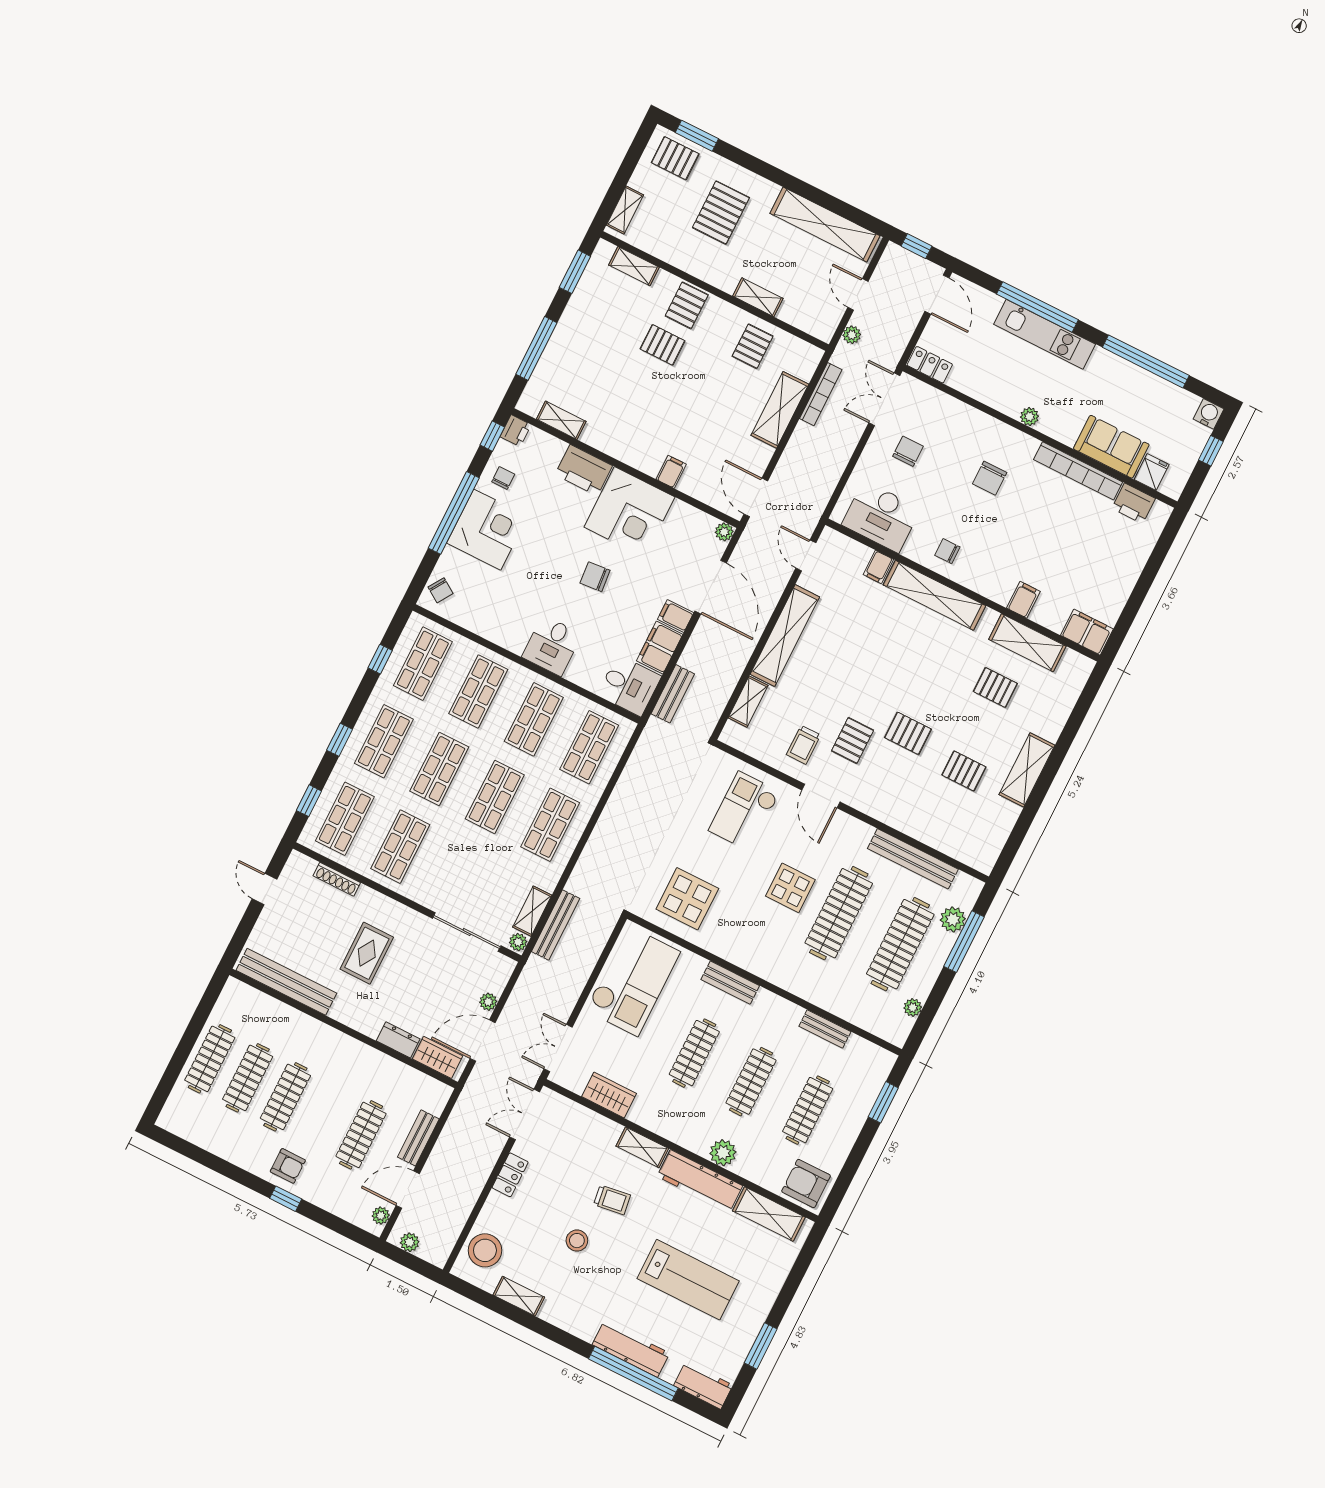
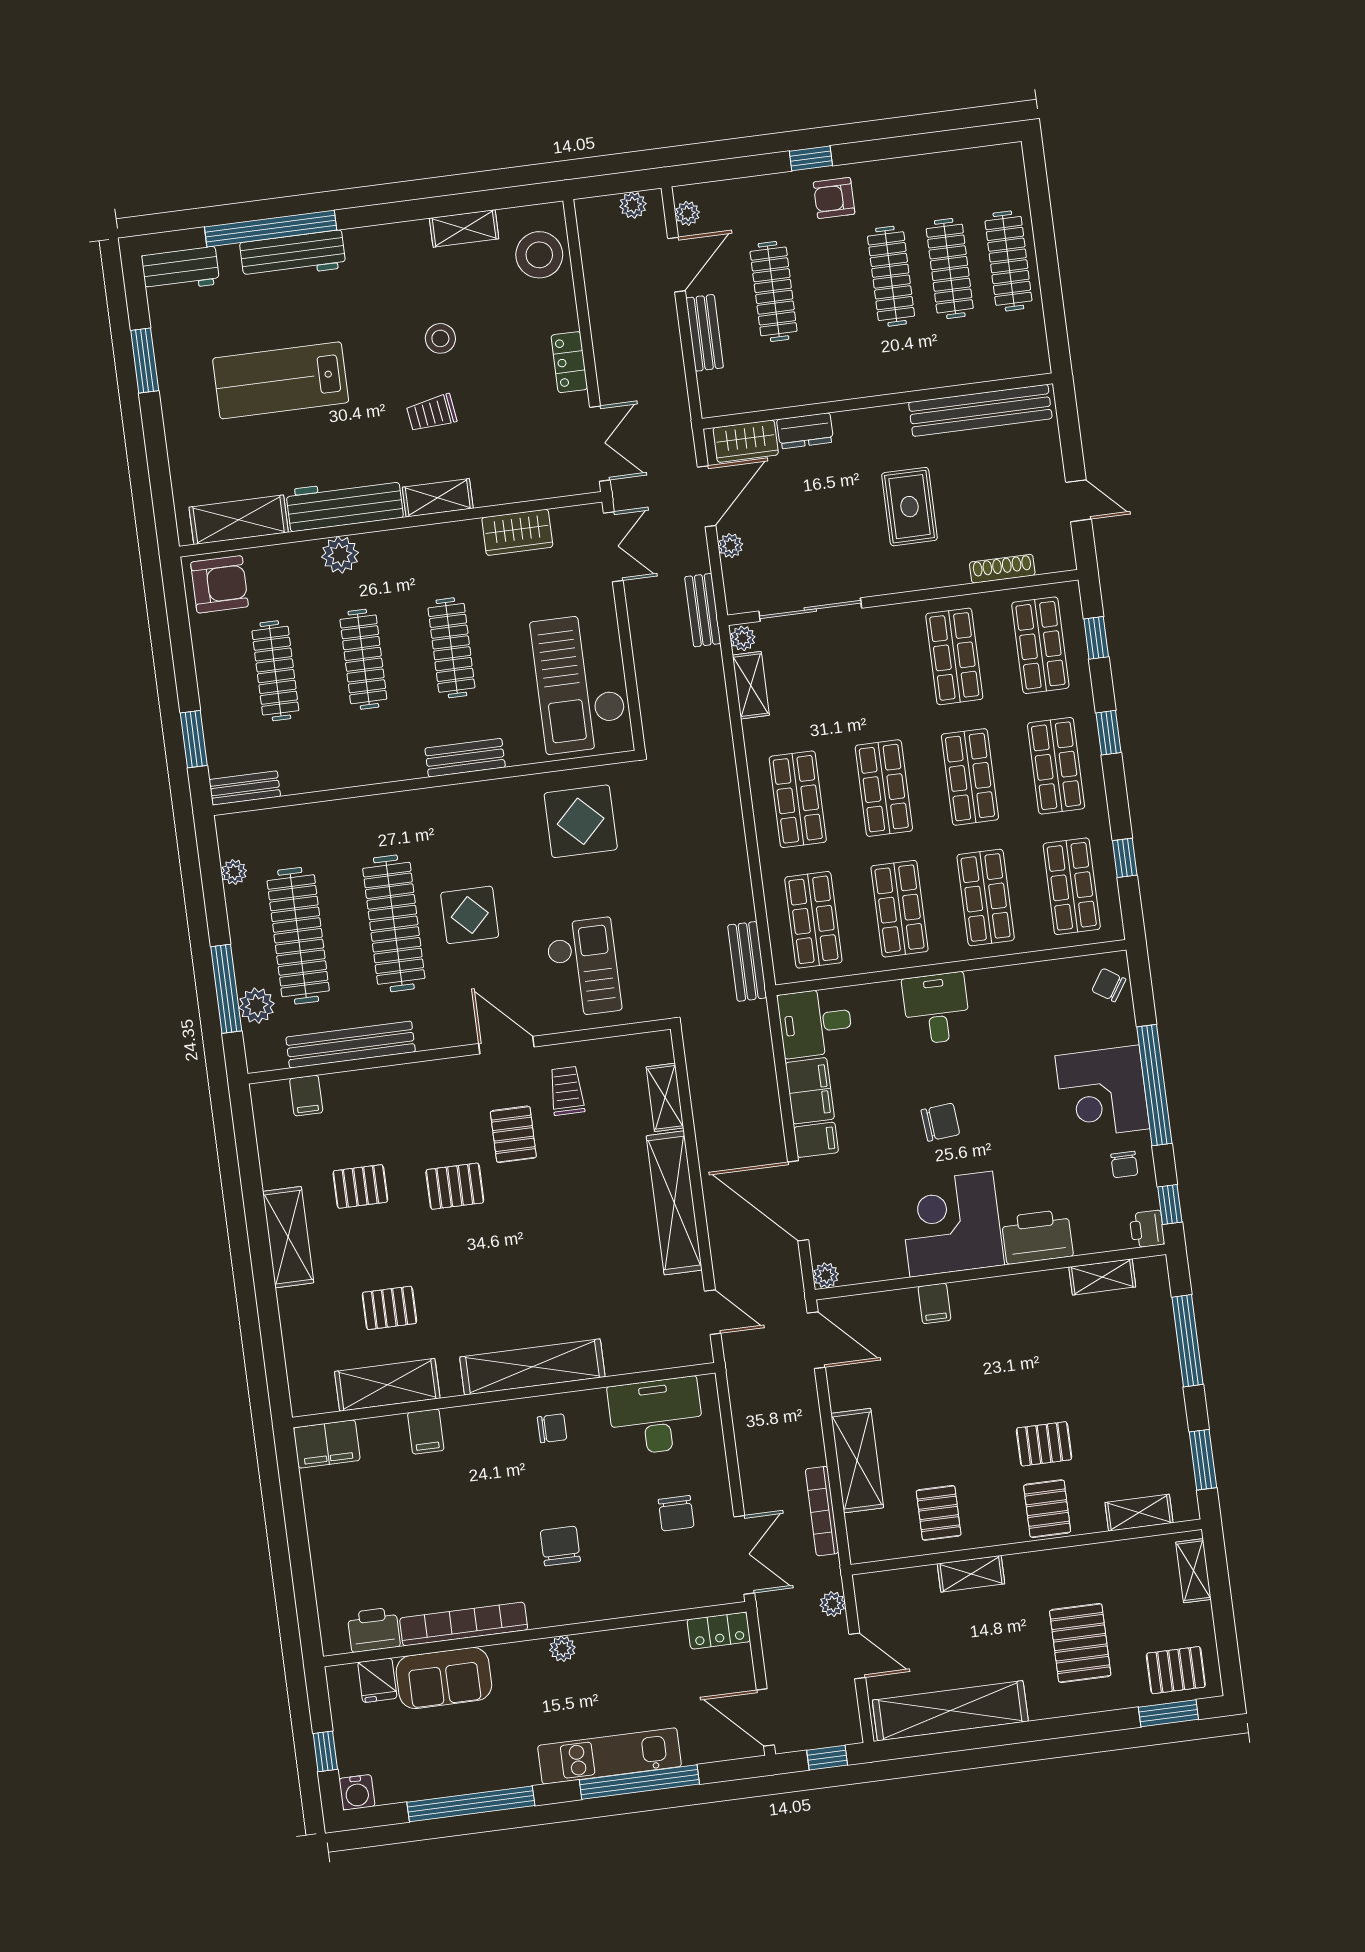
filing cabinet: (878, 567) -> (306, 1096), moved, turned 180
bench: (673, 694) -> (747, 961), moved
bench: (556, 925) -> (703, 610), moved, width x0.73
bench: (825, 1029) -> (245, 788), moved

